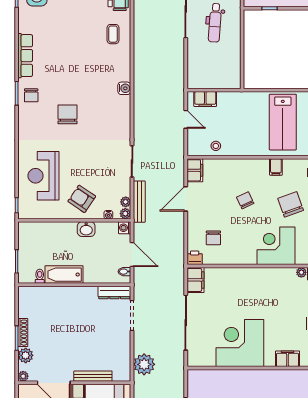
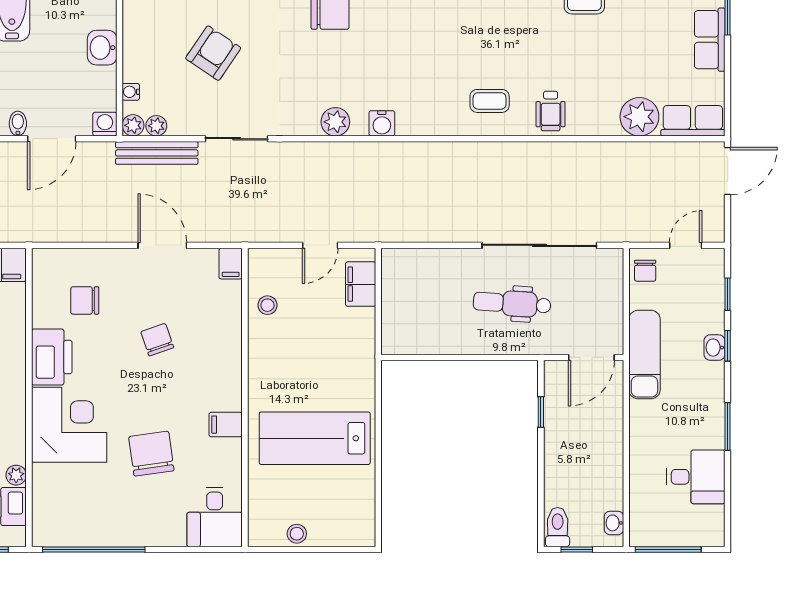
plant: (124, 112) -> (335, 122), added
filing cabinet: (195, 170) -> (231, 264), width x0.50
armchair: (82, 199) -> (213, 53), moved
chair: (245, 200) -> (157, 340), moved, turned -84
chair: (291, 204) -> (151, 454), turned -78
printer: (195, 258) -> (52, 357), moved, width x1.87, depth x1.48

